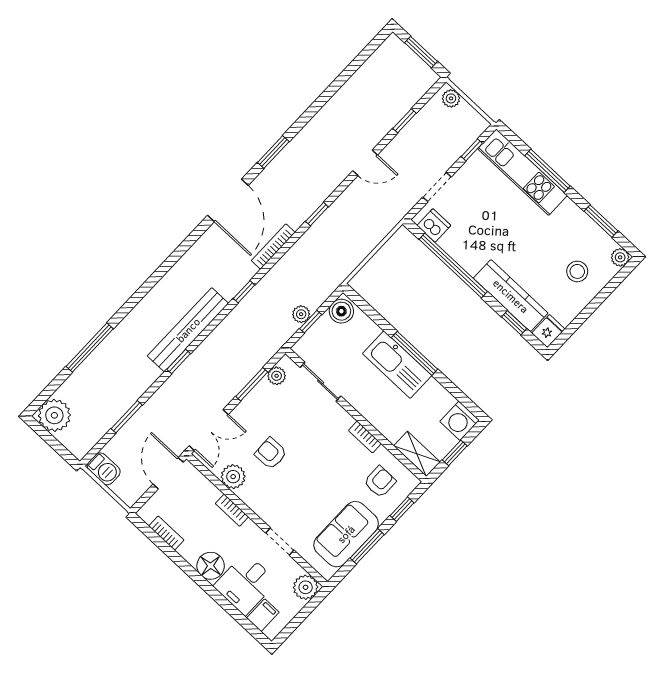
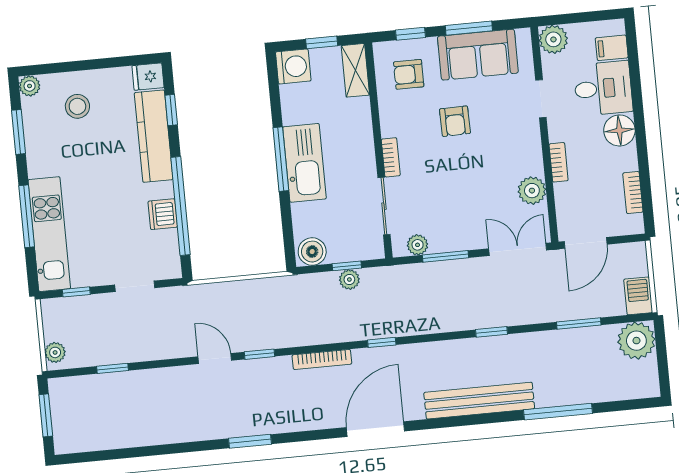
door: (365, 163) -> (215, 359), moved
door: (228, 200) -> (375, 429), moved
dishwasher: (434, 225) -> (163, 214), moved
bench: (188, 330) -> (479, 401), moved
plant: (54, 415) -> (636, 341), moved
bookcase: (365, 437) -> (391, 157), moved
armchair: (271, 453) -> (455, 121), moved

